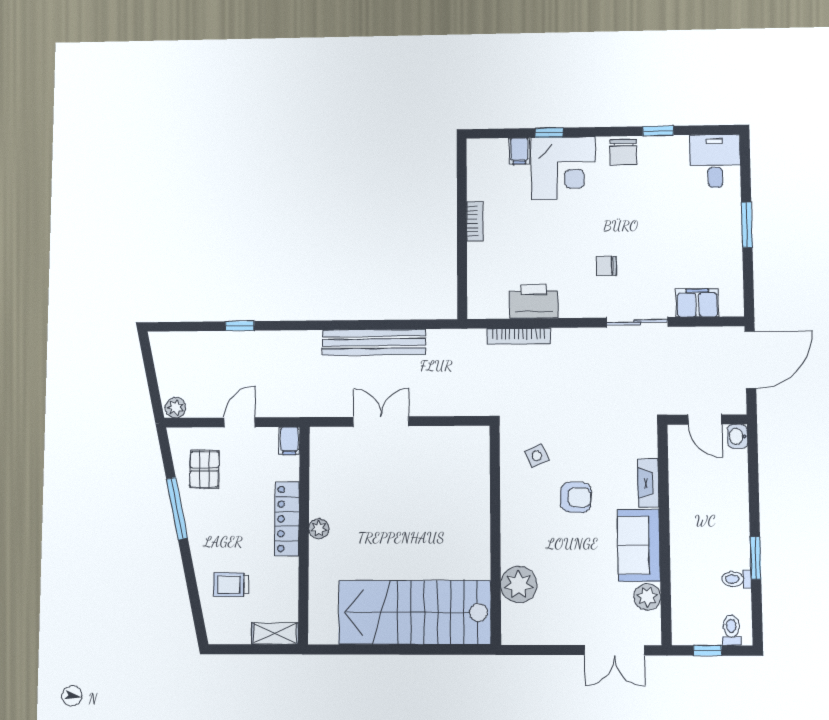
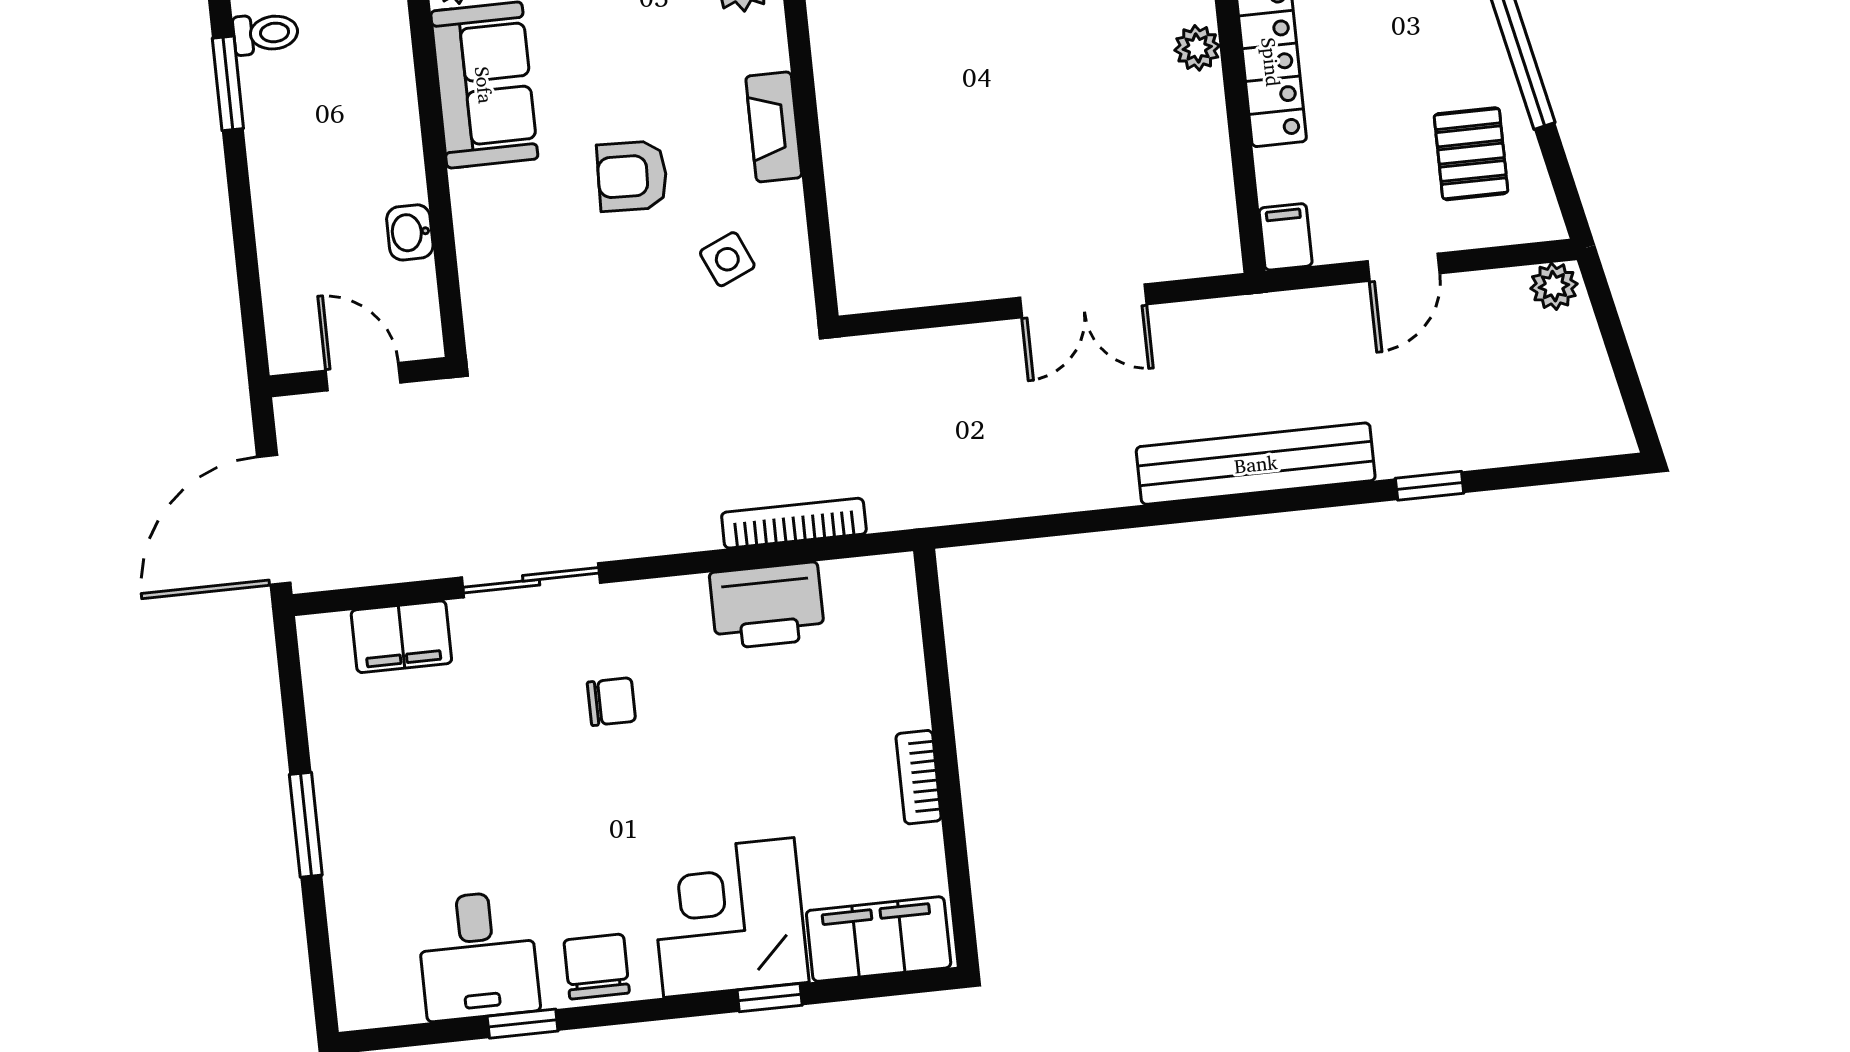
filing cabinet: (519, 151) -> (879, 939), width x3.00, depth x1.17
desk: (715, 161) -> (478, 956), moved
bench: (374, 342) -> (1256, 464), moved
washbasin: (737, 436) -> (410, 232), moved, turned 180
fireplace: (648, 483) -> (774, 127), moved, turned 180

